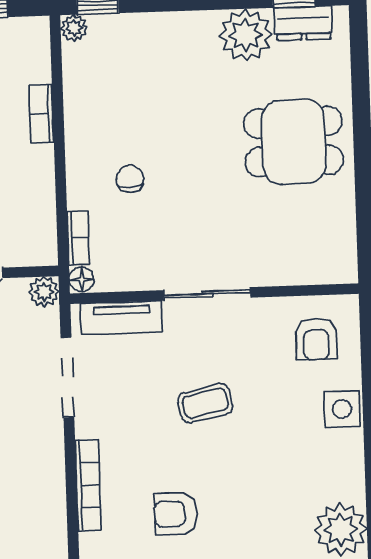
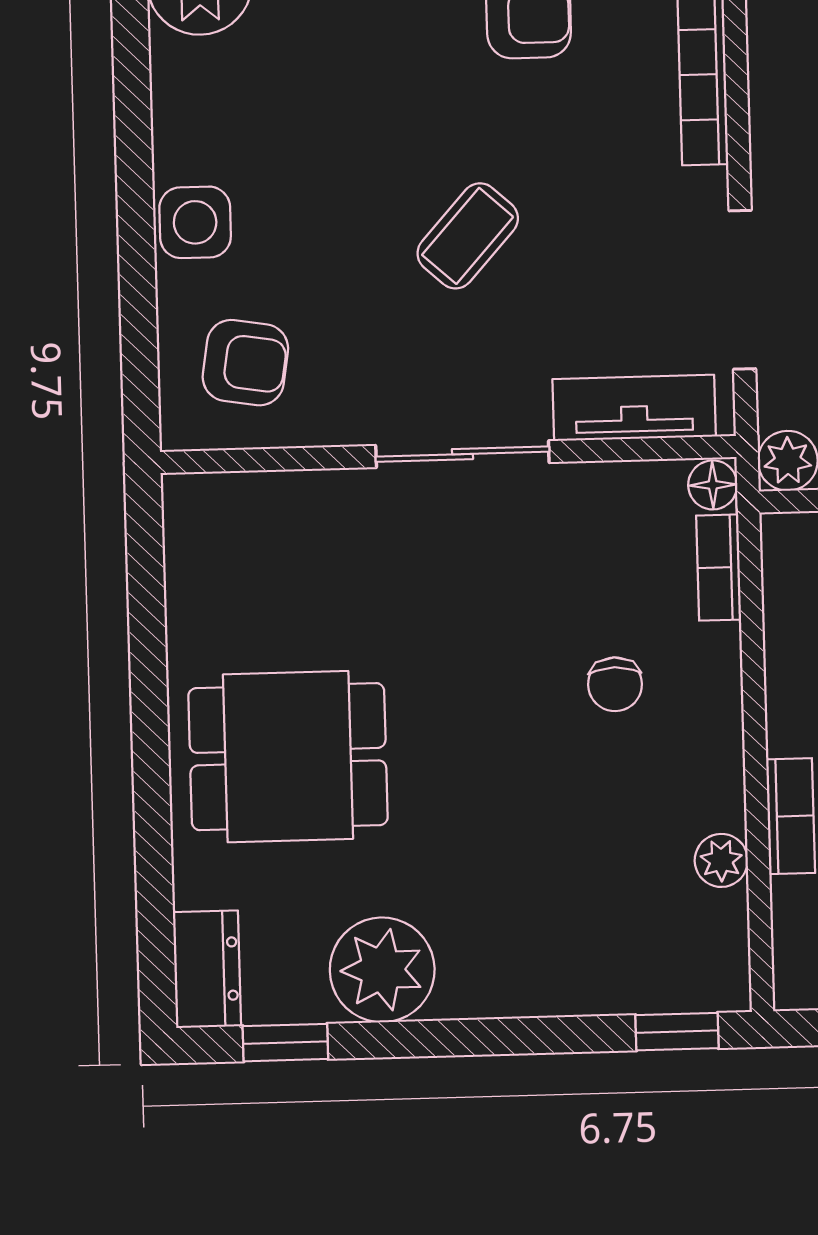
dresser: (303, 23) -> (207, 969), moved, turned 90
plant: (74, 28) -> (721, 860), moved
armchair: (316, 339) -> (245, 363), turned 99
coffee table: (205, 403) -> (468, 236), turned -36

